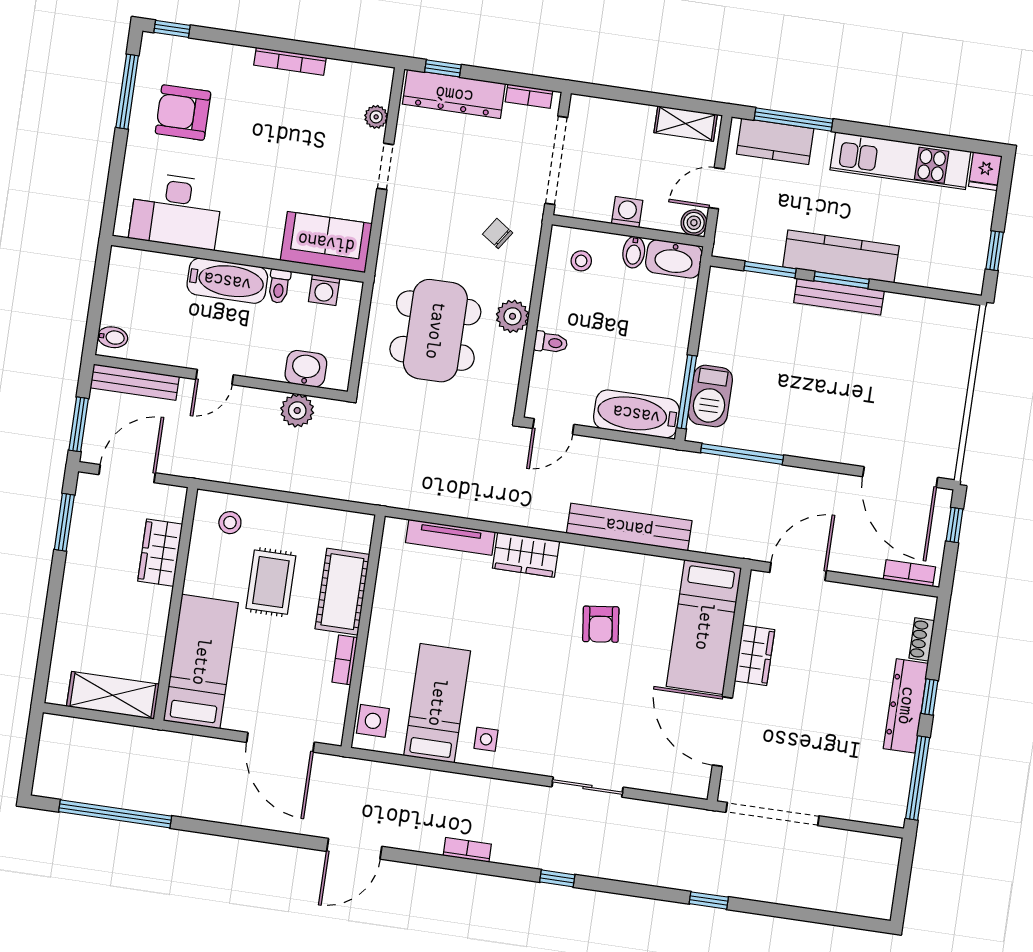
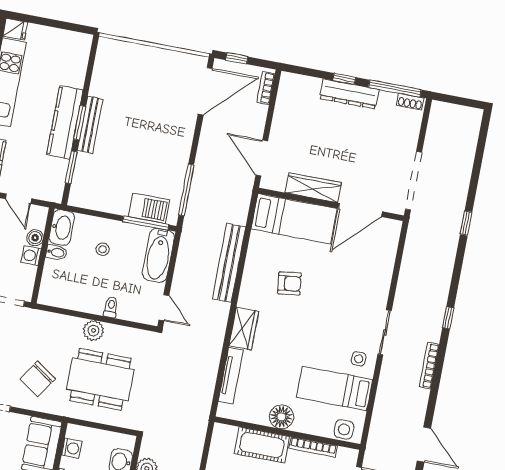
boiler: (694, 223) -> (35, 238), moved
chair: (498, 233) -> (38, 379), moved, width x1.87, depth x1.87
window: (995, 251) -> (65, 26), removed
stool: (581, 261) -> (103, 249), moved
floor lamp: (388, 621) -> (281, 417), added
shoe rack: (922, 639) -> (410, 102), moved
wardrobe: (755, 655) -> (313, 188), width x1.50
bookcase: (345, 660) -> (313, 447), width x1.56
sliding door: (587, 787) -> (385, 332), moved
bookcase: (467, 850) -> (429, 366), width x1.56

